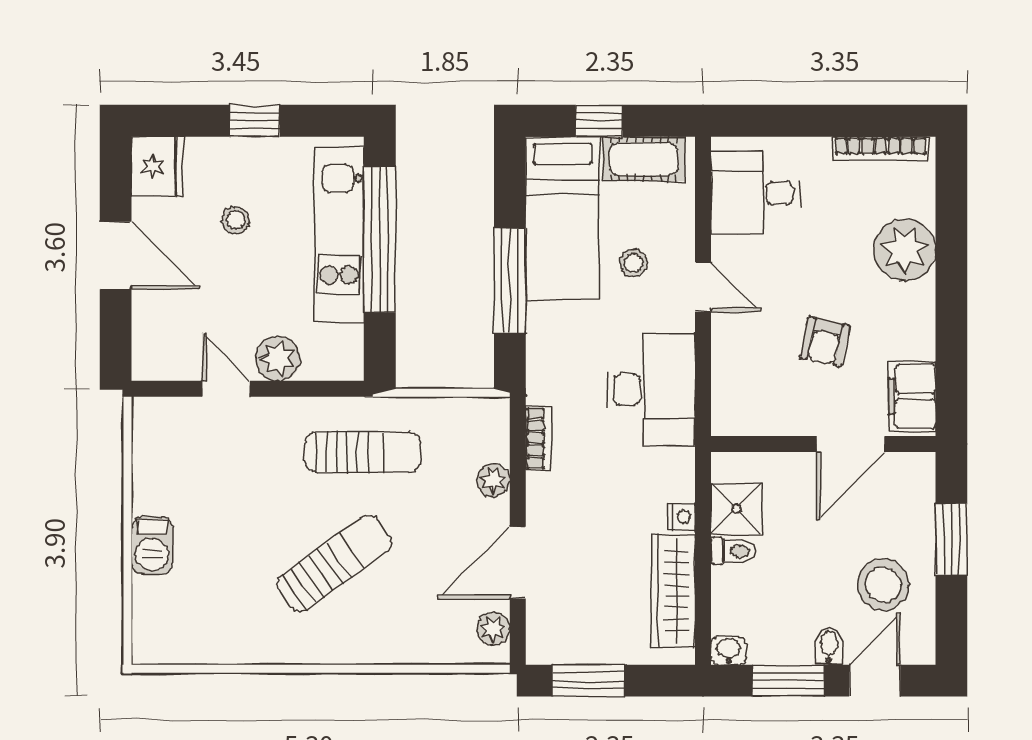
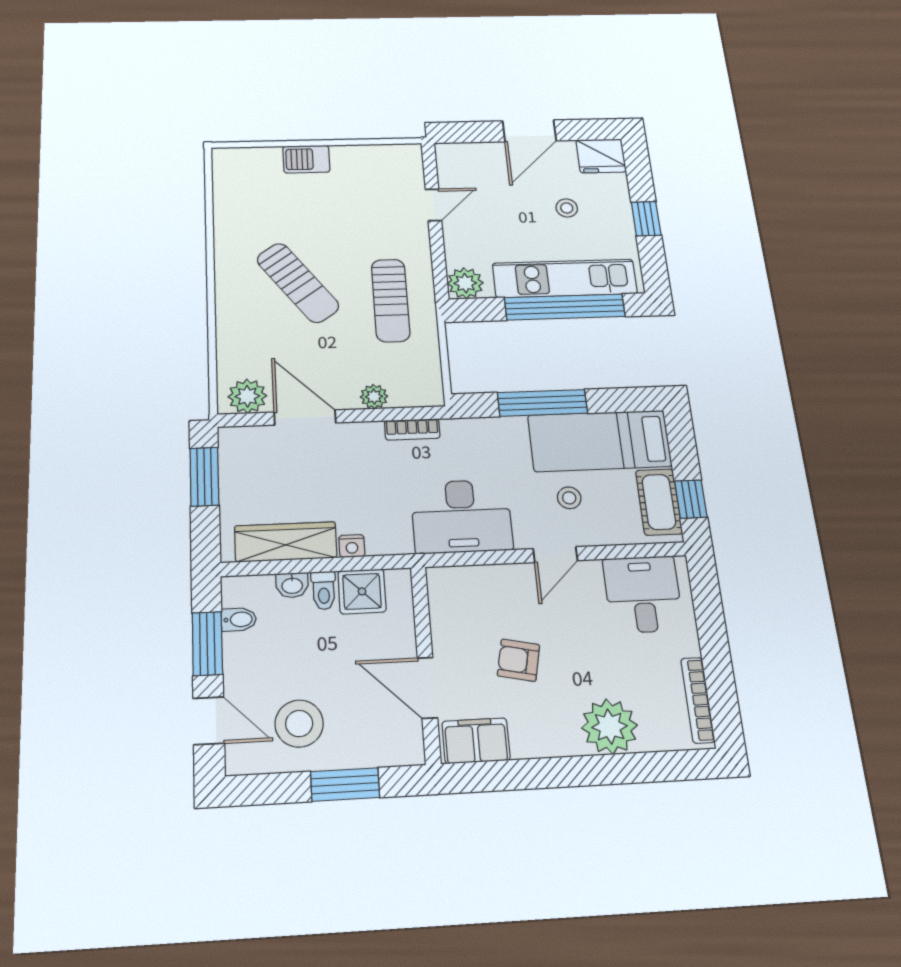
window: (599, 121) -> (691, 499), moved
plant: (278, 359) -> (465, 283), moved
plant: (493, 629) -> (247, 396), width x1.38, depth x1.38
bidet: (829, 646) -> (239, 619), moved
washbasin: (729, 650) -> (292, 585), moved, turned 90

